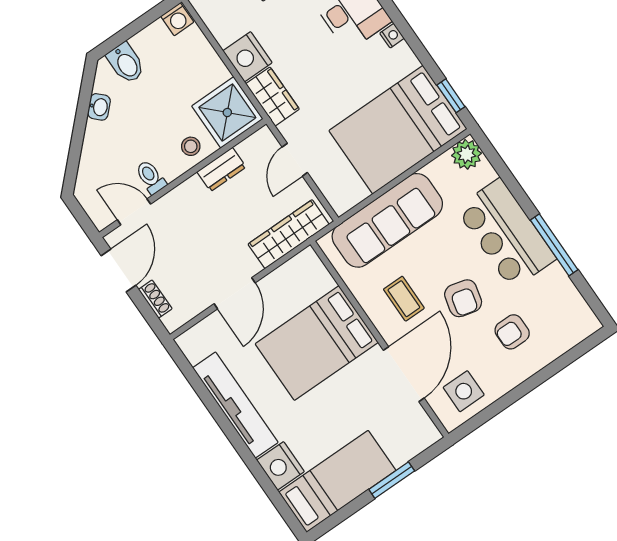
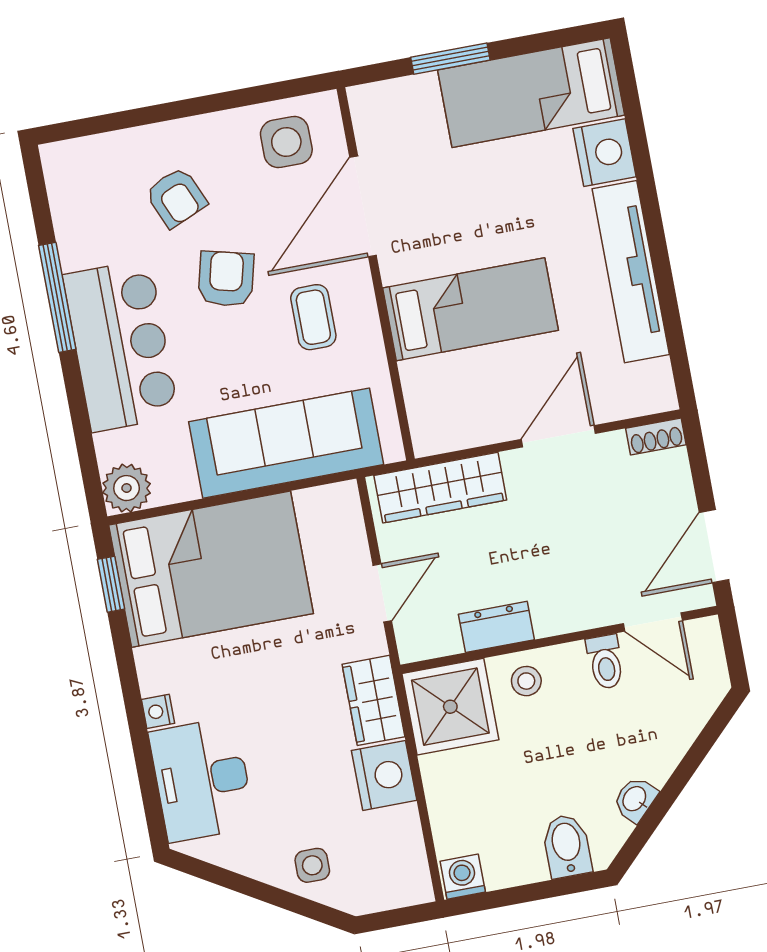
shoe rack: (155, 299) -> (656, 437), moved, turned -90
armchair: (512, 332) -> (176, 197), turned 67
bed: (317, 343) -> (471, 309), width x0.67

